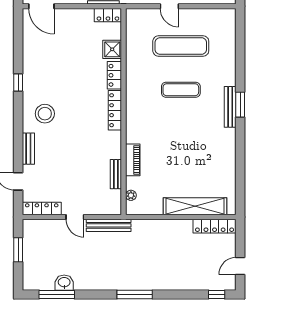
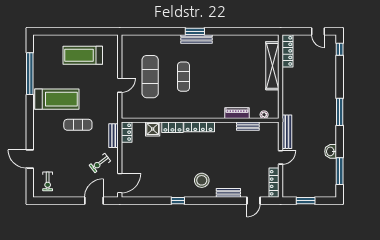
washbasin: (64, 283) -> (331, 151), moved

